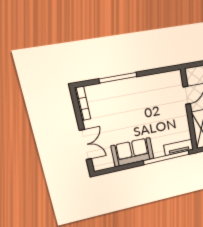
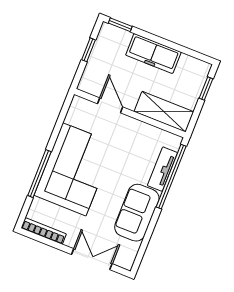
corner sofa: (135, 98) -> (74, 169), added
tv unit: (179, 147) -> (162, 169), moved

